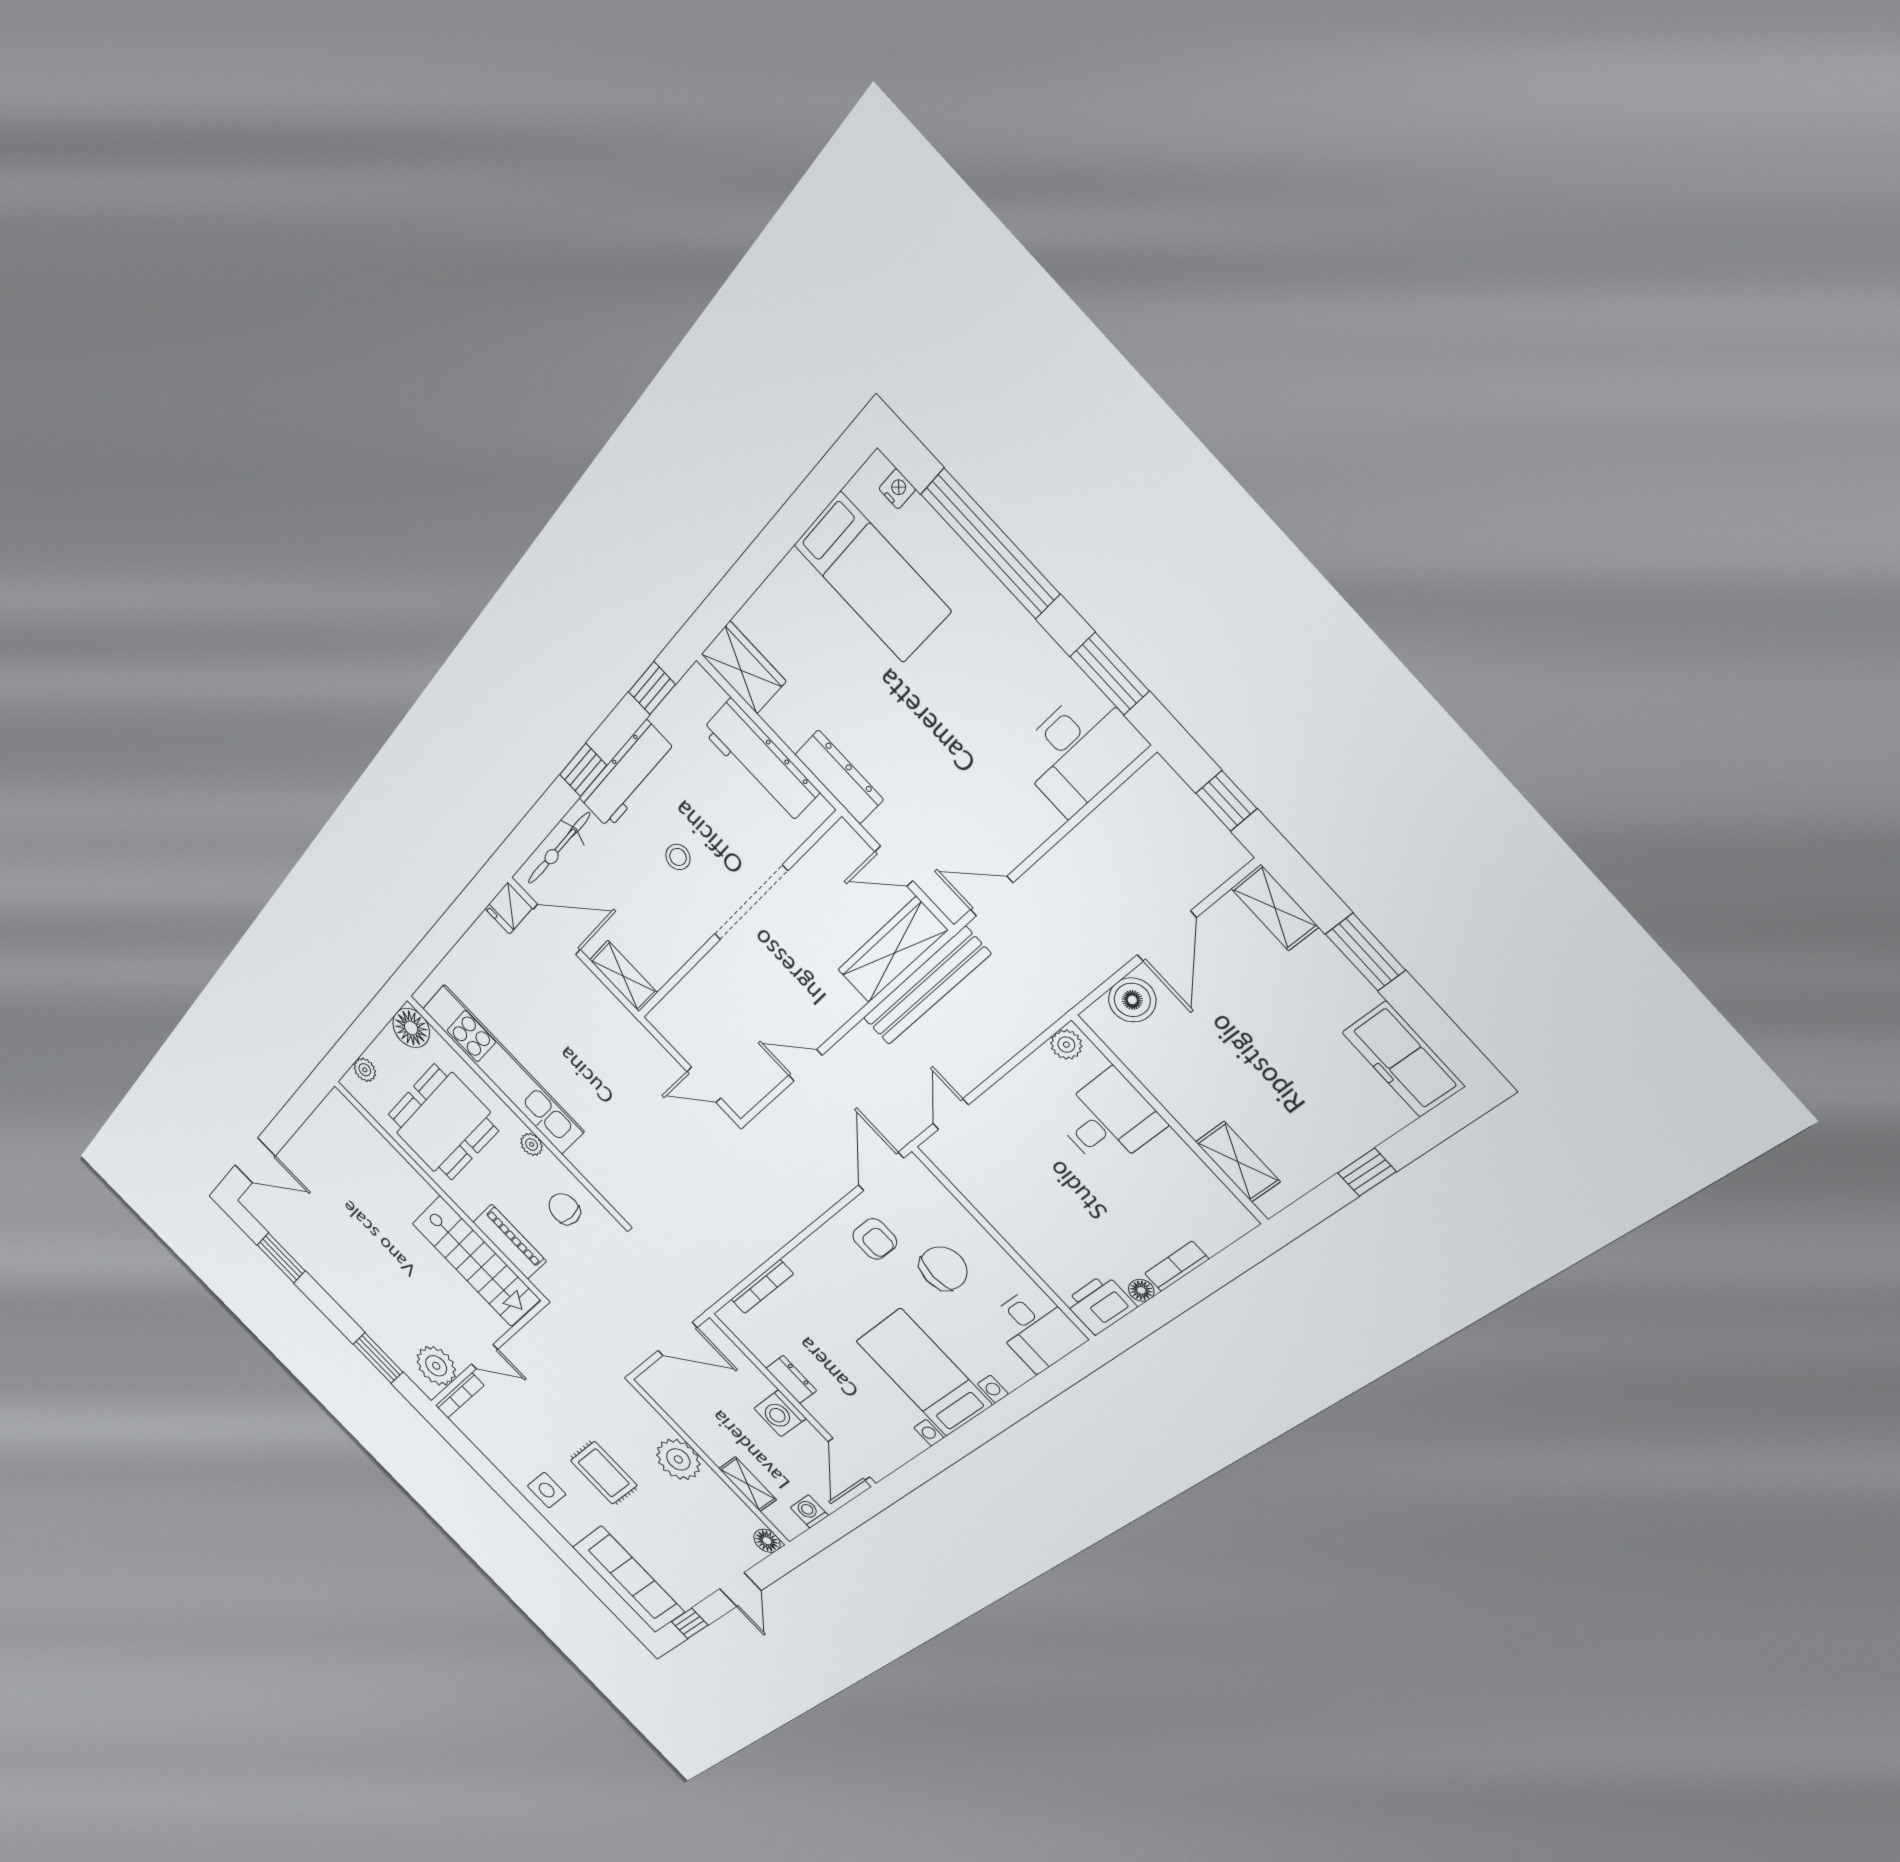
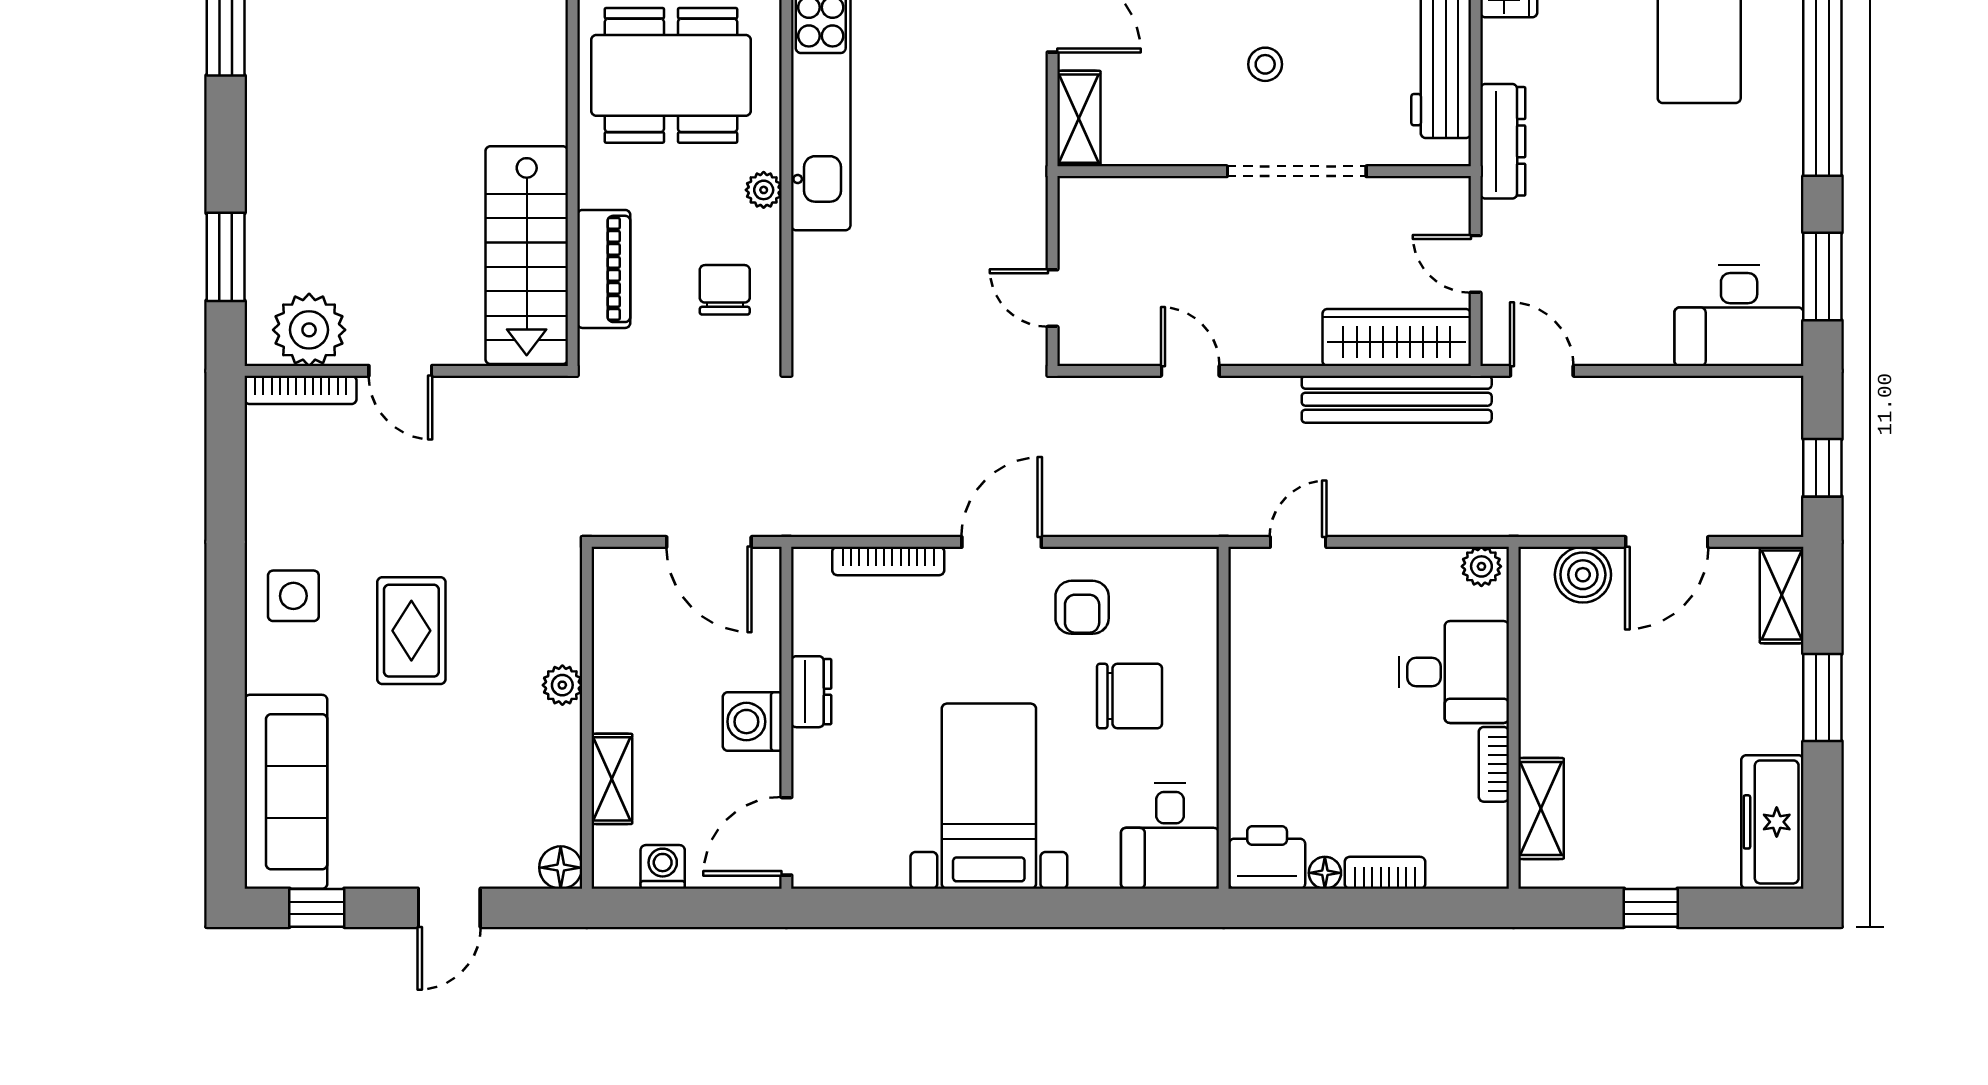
bookcase: (1184, 1157) -> (1494, 764), added
door: (881, 1172) -> (1002, 542), moved
plant: (678, 1459) -> (562, 685), width x0.53, depth x0.53

